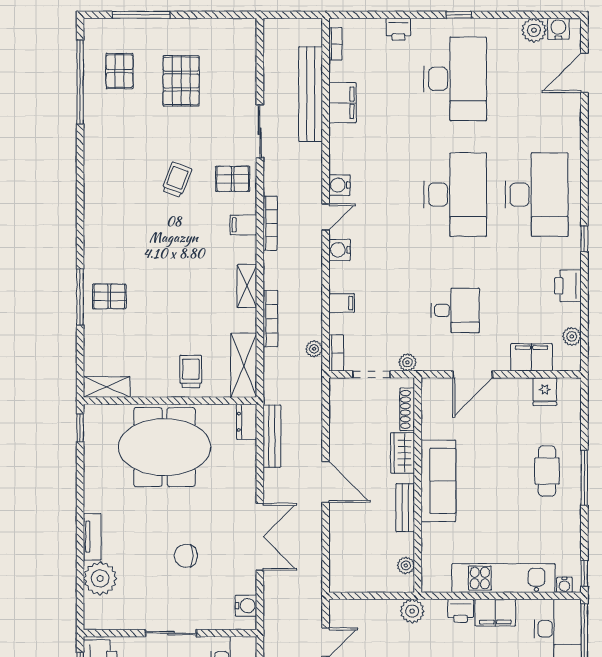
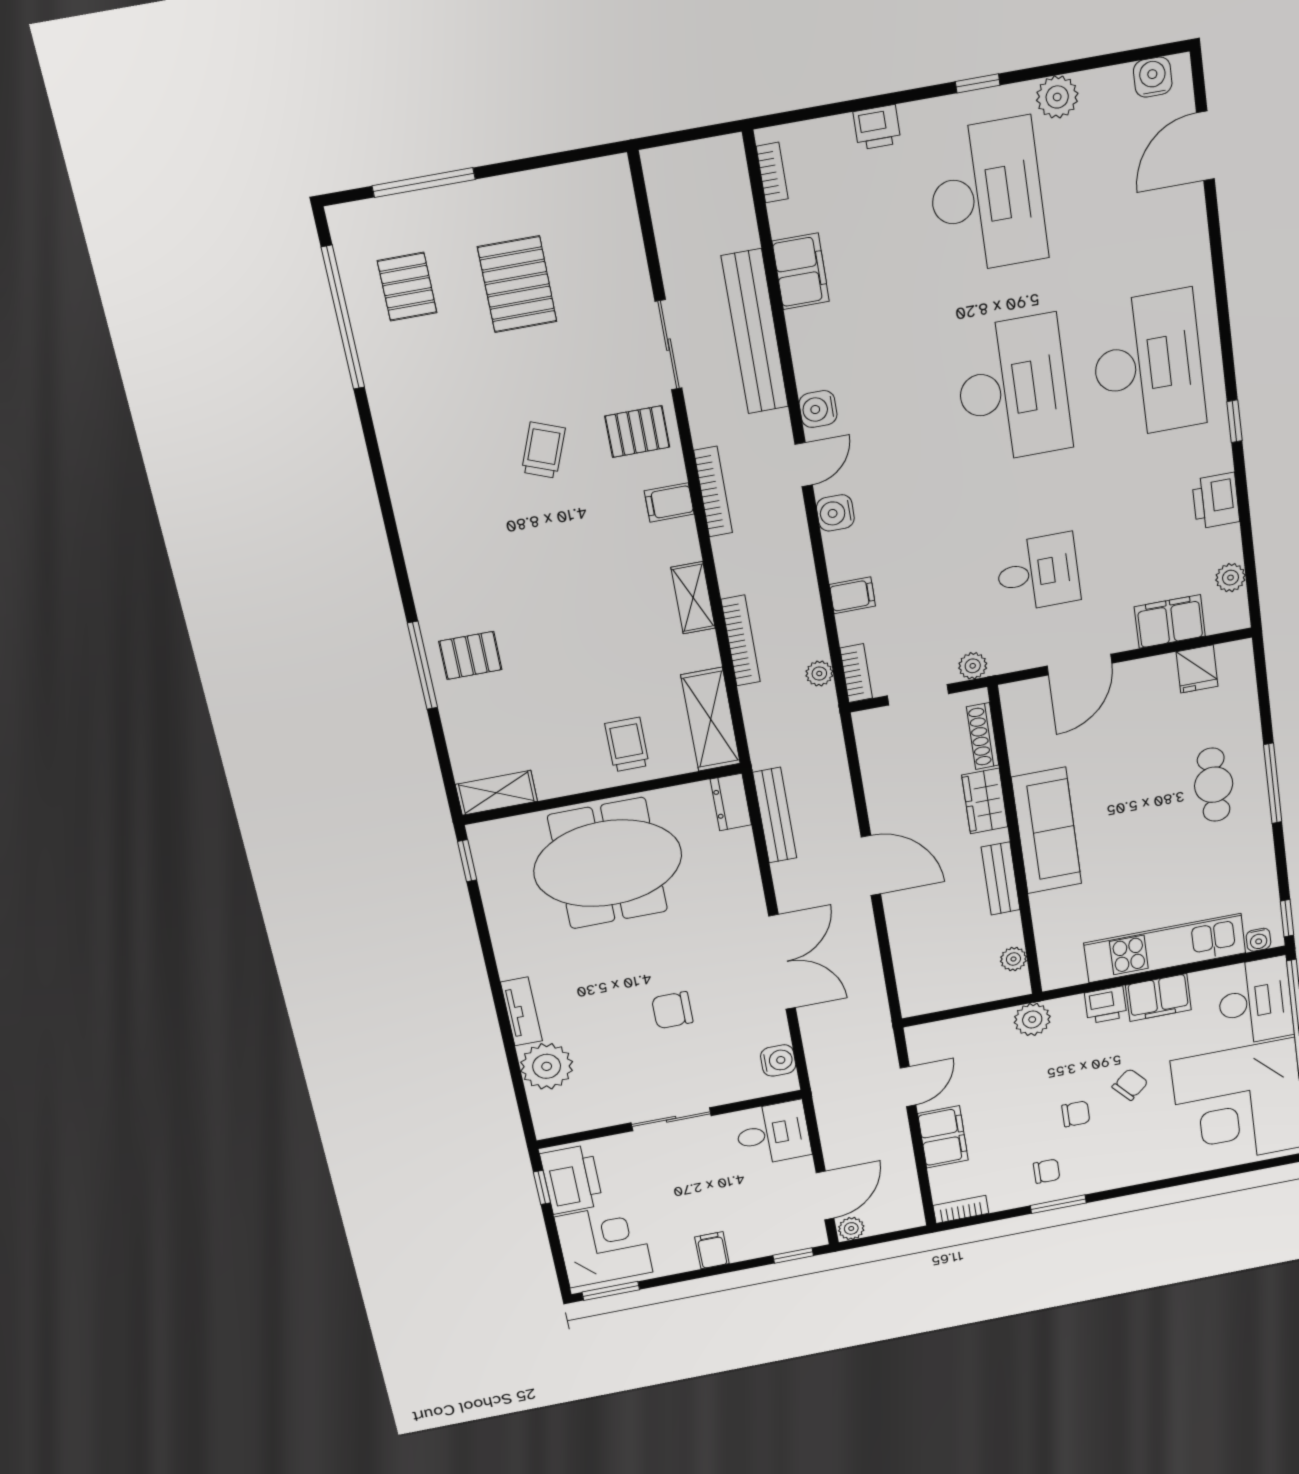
plant: (534, 30) -> (1057, 97), moved
bench: (311, 94) -> (755, 332), moved

